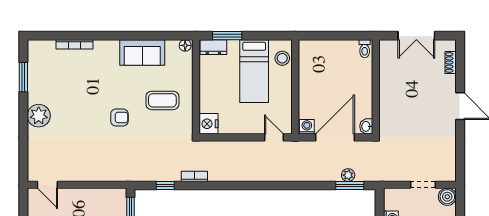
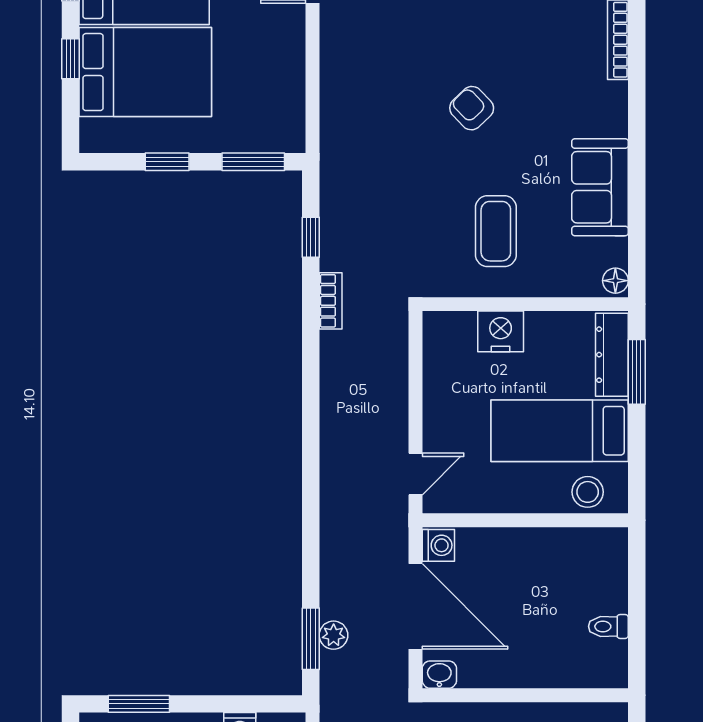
dresser: (213, 47) -> (612, 355), width x1.44
toilet: (365, 49) -> (608, 626), moved
armchair: (119, 118) -> (472, 108), moved, turned 136
nightstand: (209, 124) -> (501, 331), moved

